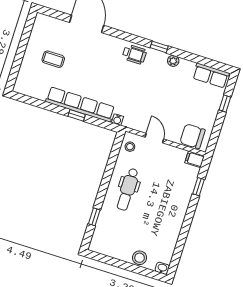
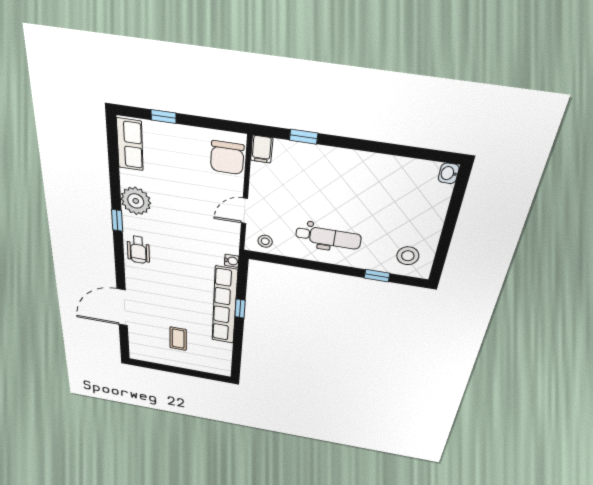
wheelchair: (134, 54) -> (138, 250), turned 180
plant: (173, 61) -> (136, 201), width x1.87, depth x1.87
stool: (140, 258) -> (408, 256), moved

